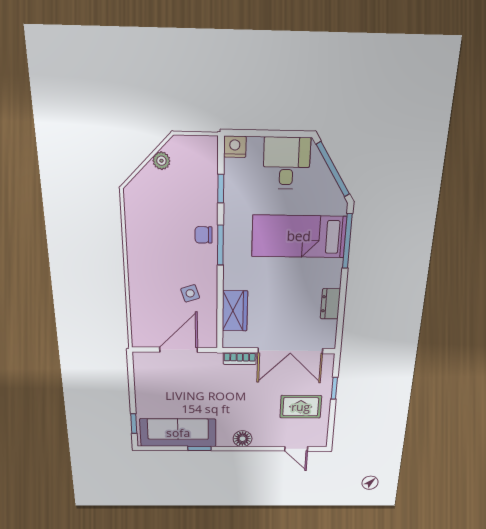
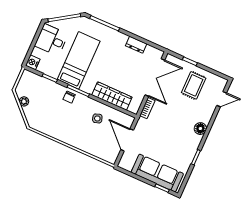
bed: (299, 236) -> (79, 60), moved, turned 180
wardrobe: (235, 311) -> (112, 96), width x1.50
sofa: (178, 433) -> (157, 173), moved, turned 90

